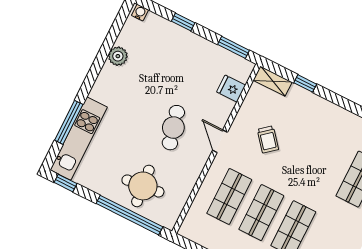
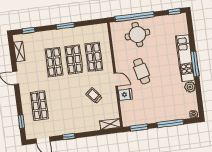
window: (183, 22) -> (170, 123), width x2.17
window: (305, 83) -> (69, 137), moved
fridge: (231, 89) -> (125, 95), moved
window: (69, 122) -> (195, 64), moved
kitchen unit: (79, 139) -> (185, 58), moved

